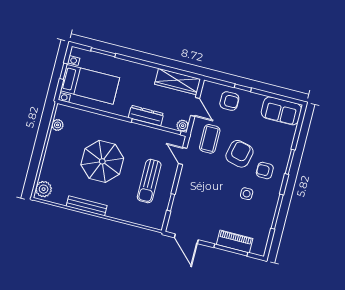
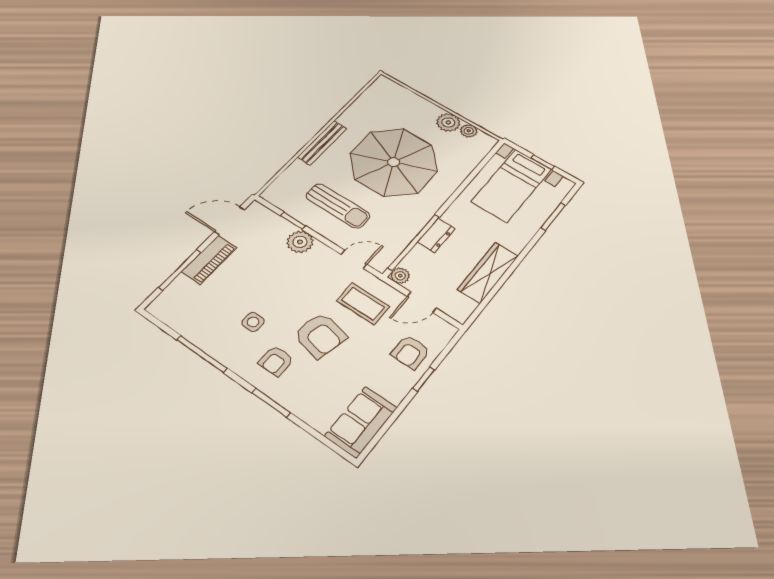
wardrobe: (178, 82) -> (488, 273), moved
dresser: (146, 116) -> (436, 235), width x0.70
parasol: (102, 161) -> (394, 162), width x1.36, depth x1.36
armchair: (265, 170) -> (276, 361), turned 180
sun lounger: (149, 181) -> (338, 206), turned 180
plant: (44, 189) -> (448, 122), moved
plant: (184, 192) -> (300, 242), added
bench: (87, 206) -> (322, 143), moved
piano: (235, 241) -> (209, 260), moved

